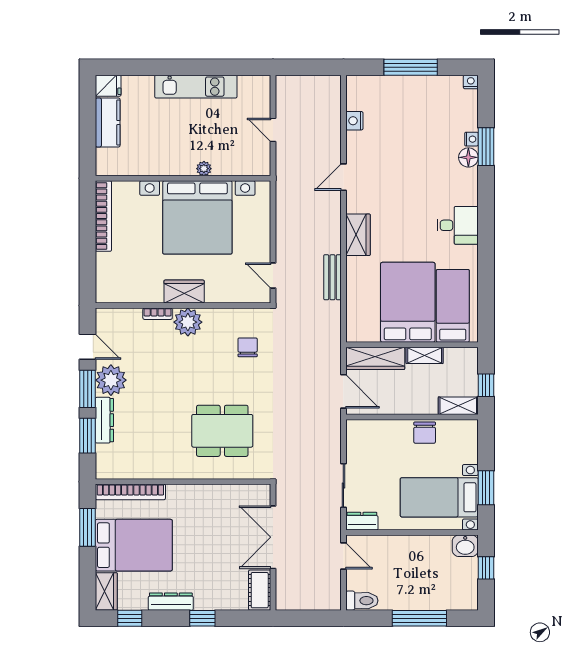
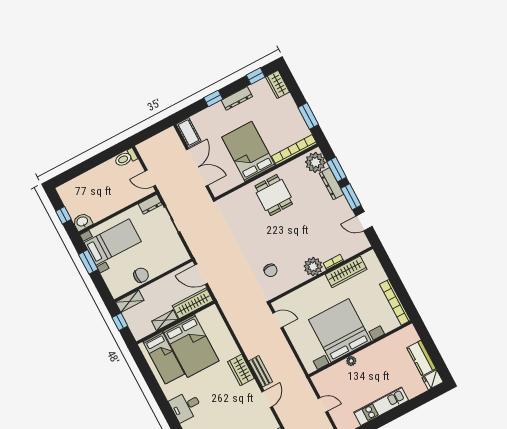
bench: (332, 277) -> (261, 371), moved
wardrobe: (184, 292) -> (346, 272), moved, width x1.50
plant: (111, 380) -> (315, 162), moved
dining table: (222, 431) -> (274, 195), moved, width x0.73
chair: (425, 433) -> (141, 275), turned 90
bed: (134, 545) -> (248, 151), moved, turned 90
window: (419, 618) -> (87, 165), removed

